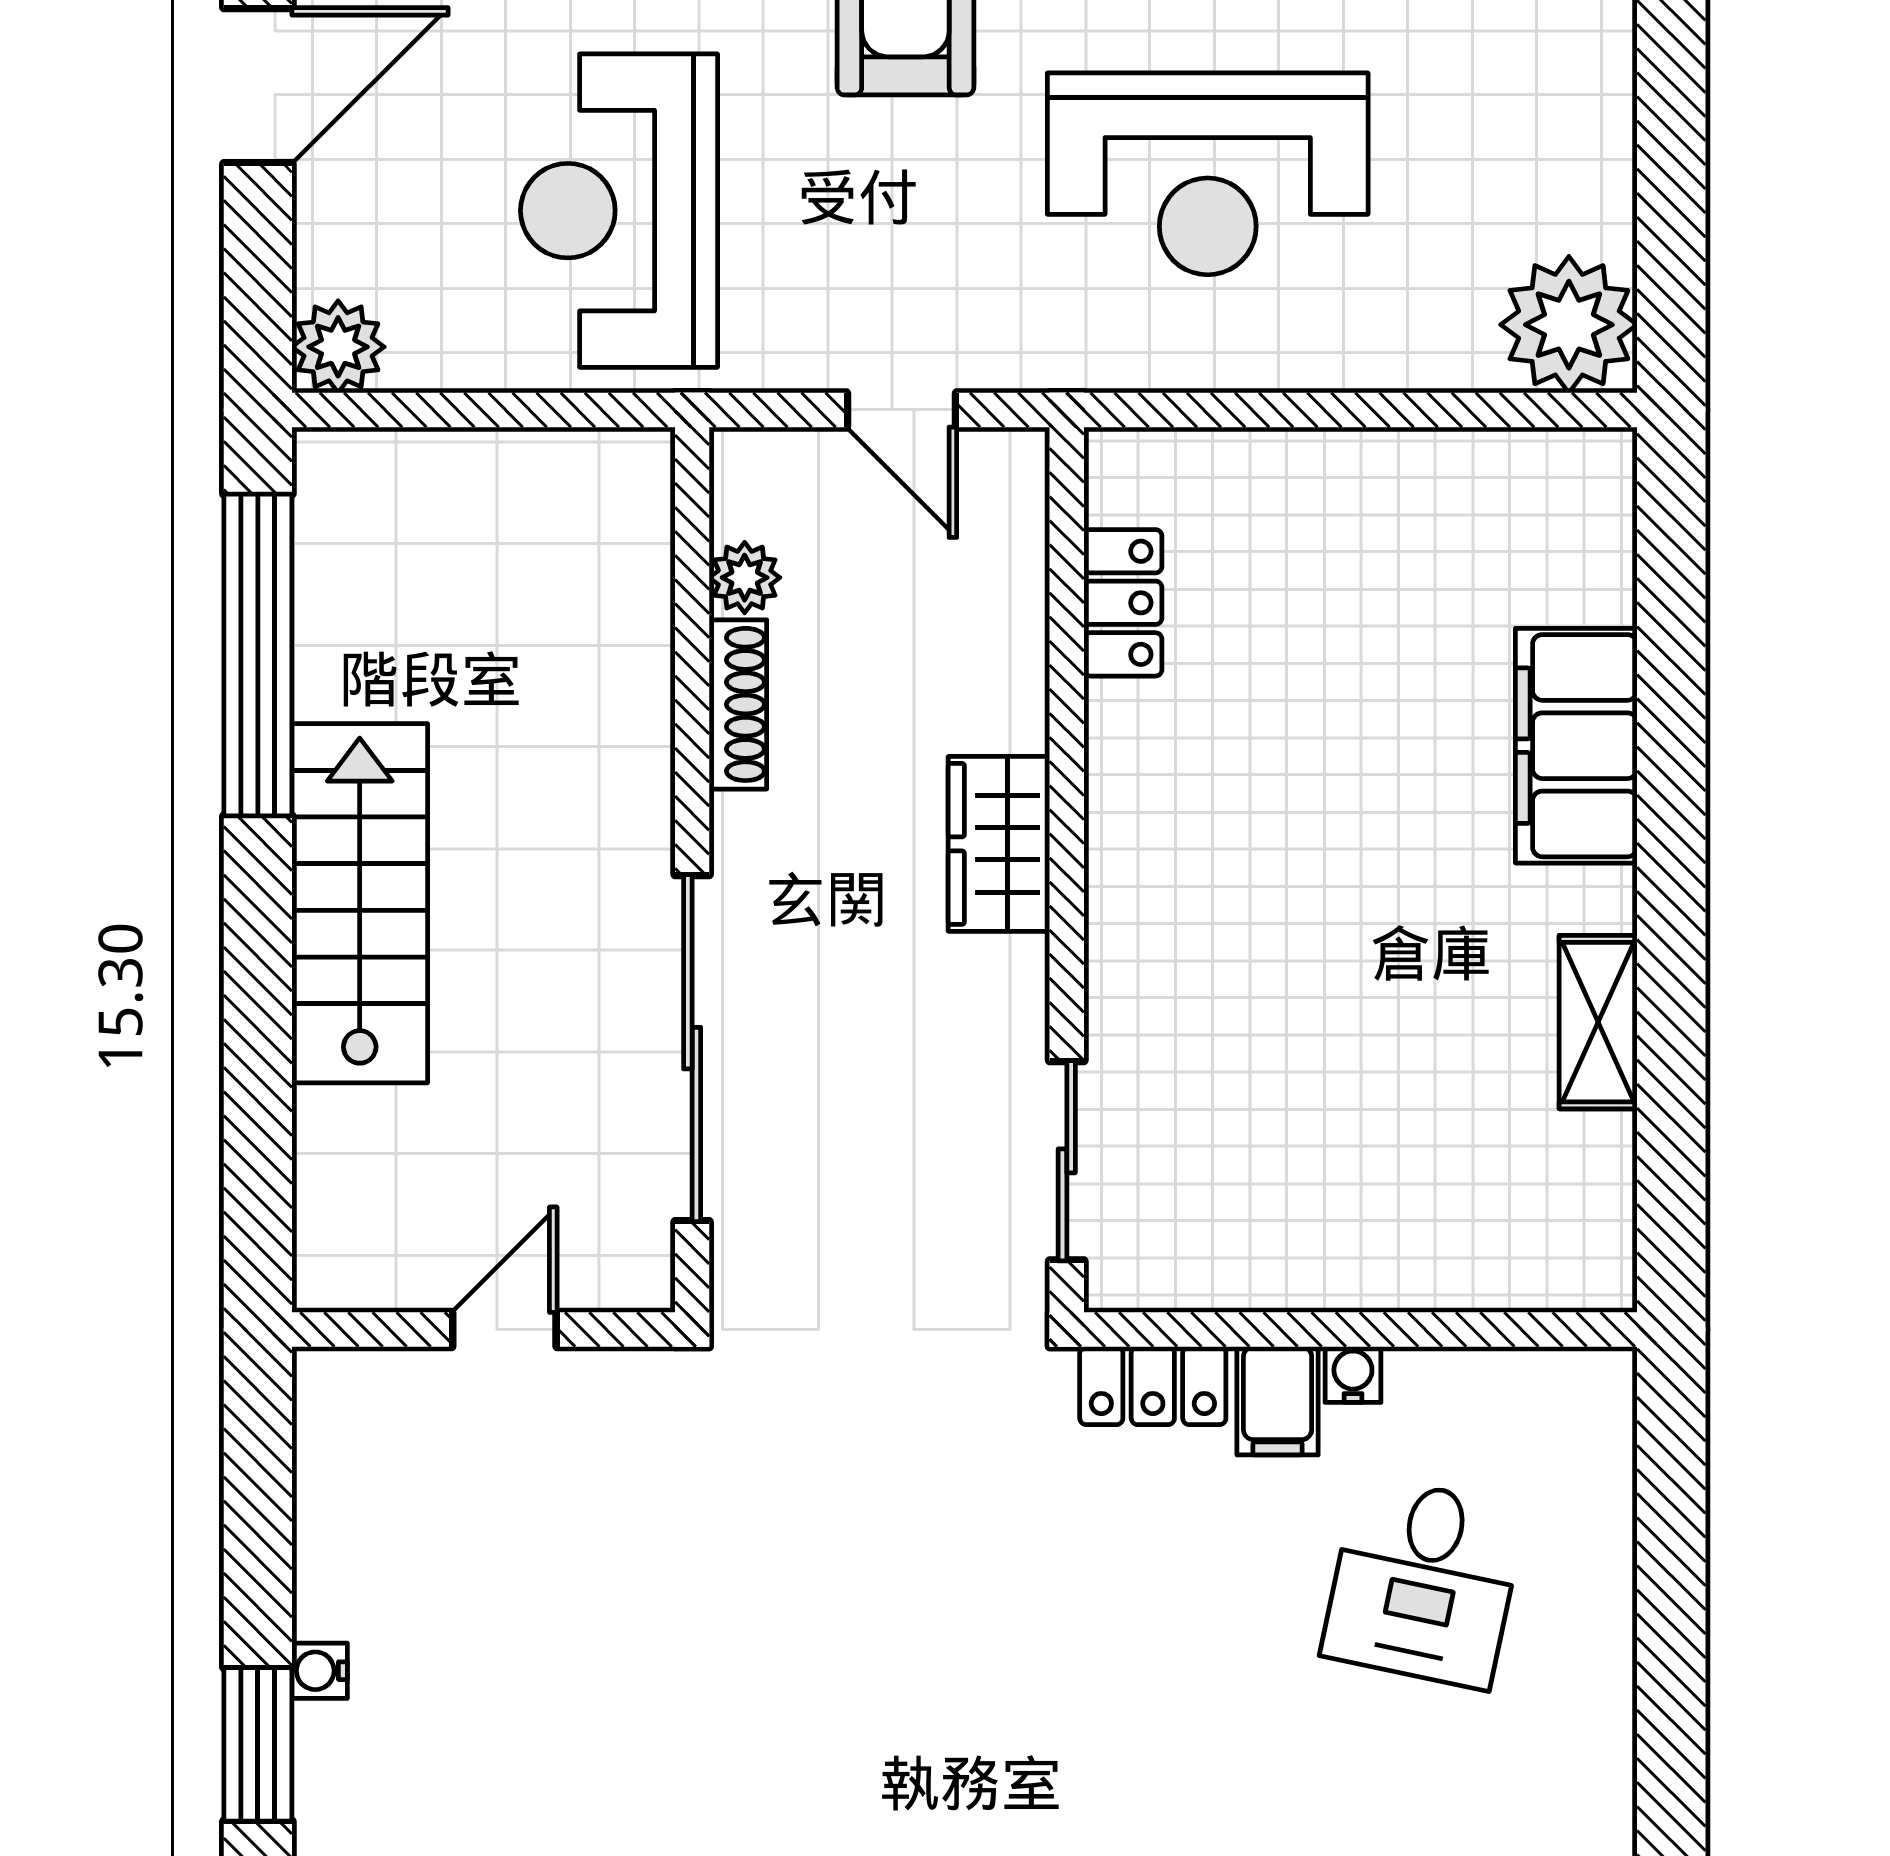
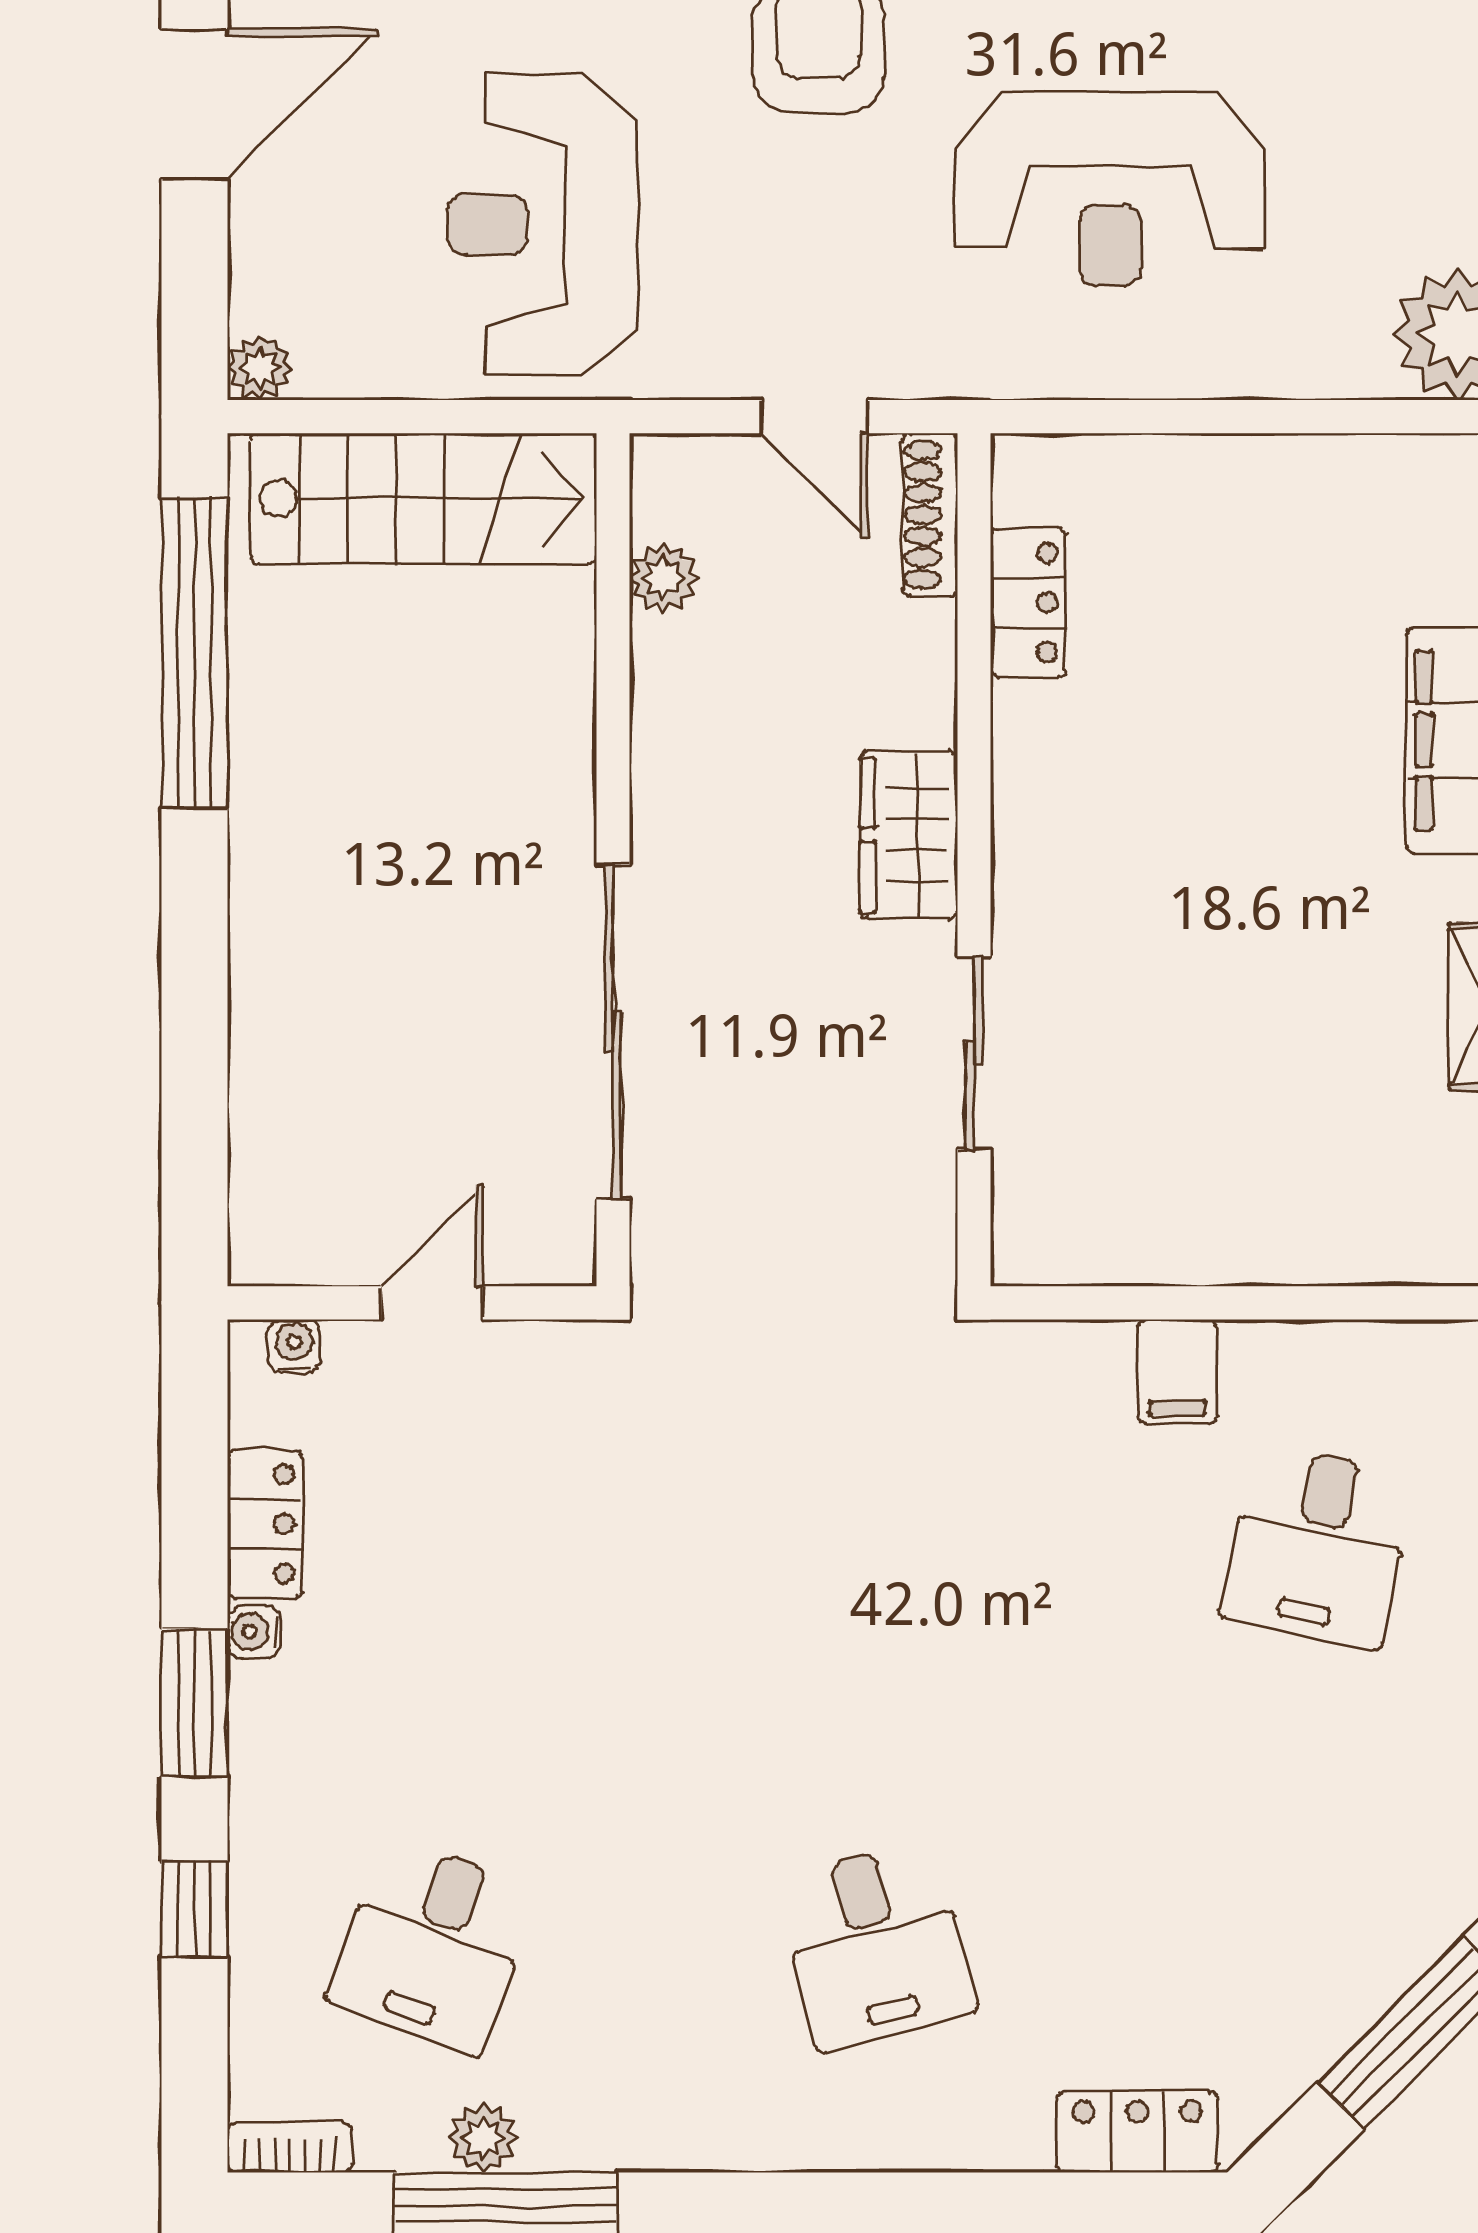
plant: (338, 347) -> (260, 368), width x0.73, depth x0.73
shoe rack: (738, 704) -> (930, 515), moved, turned 180
stairs: (360, 903) -> (423, 498), moved, turned 90
sliding door: (1067, 1161) -> (974, 1053), moved
water cooler: (1353, 1375) -> (294, 1346), moved
locker: (1153, 1386) -> (265, 1524), moved, turned -90

